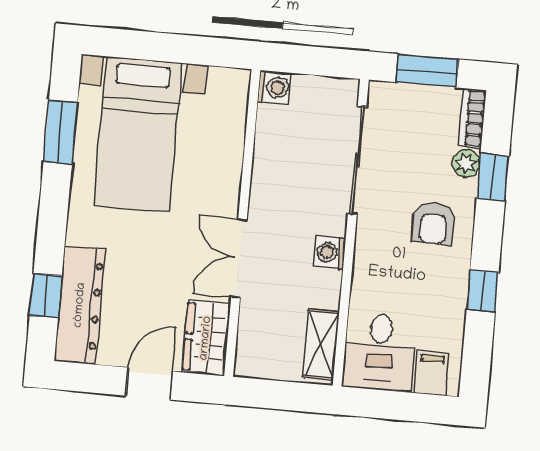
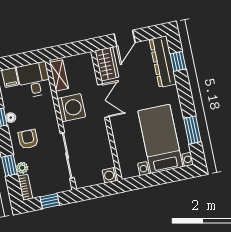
window: (427, 71) -> (50, 201), width x0.67
washing machine: (330, 252) -> (71, 108), width x1.89, depth x1.89
floor lamp: (458, 283) -> (11, 118), added

